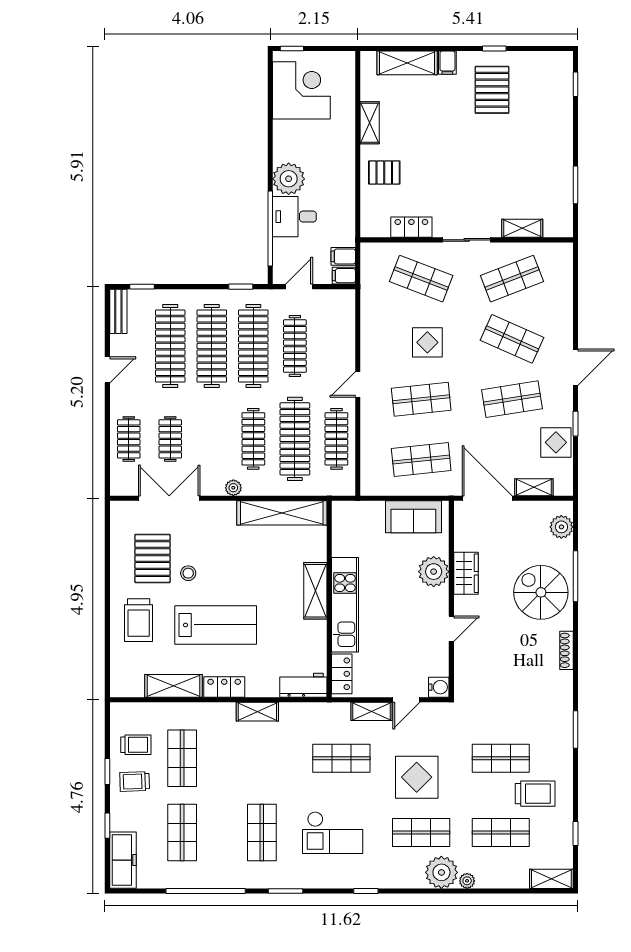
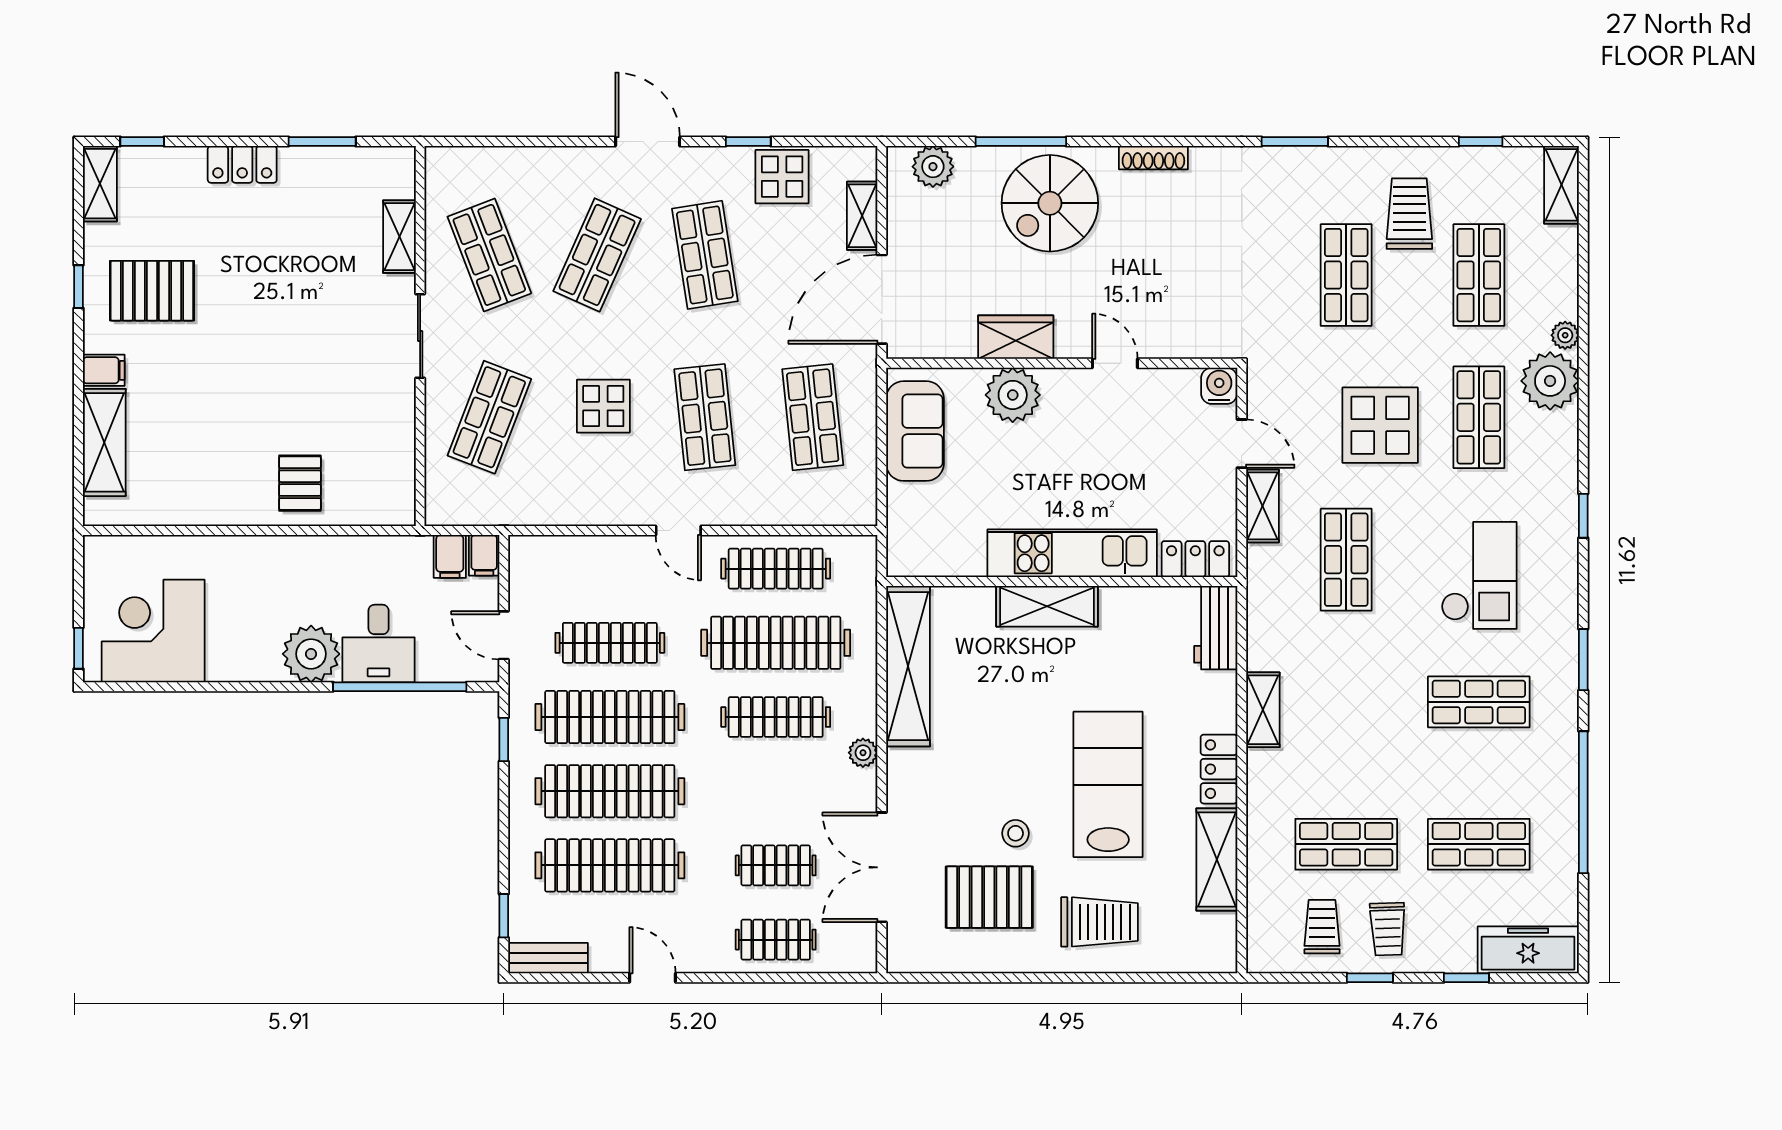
shelving: (370, 123) -> (100, 184), moved, turned 90
locker: (411, 227) -> (242, 164), moved, turned -90

